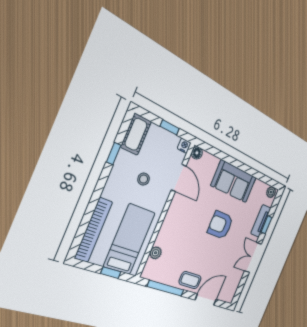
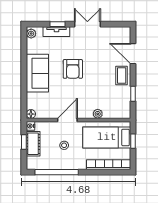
cot: (136, 134) -> (33, 144), moved, turned 90
window: (114, 154) -> (57, 172), width x3.17
door: (179, 178) -> (67, 120), moved
plant: (156, 253) -> (98, 114), moved
double door: (253, 257) -> (87, 24), swing flipped
window: (166, 288) -> (133, 94), width x0.46

